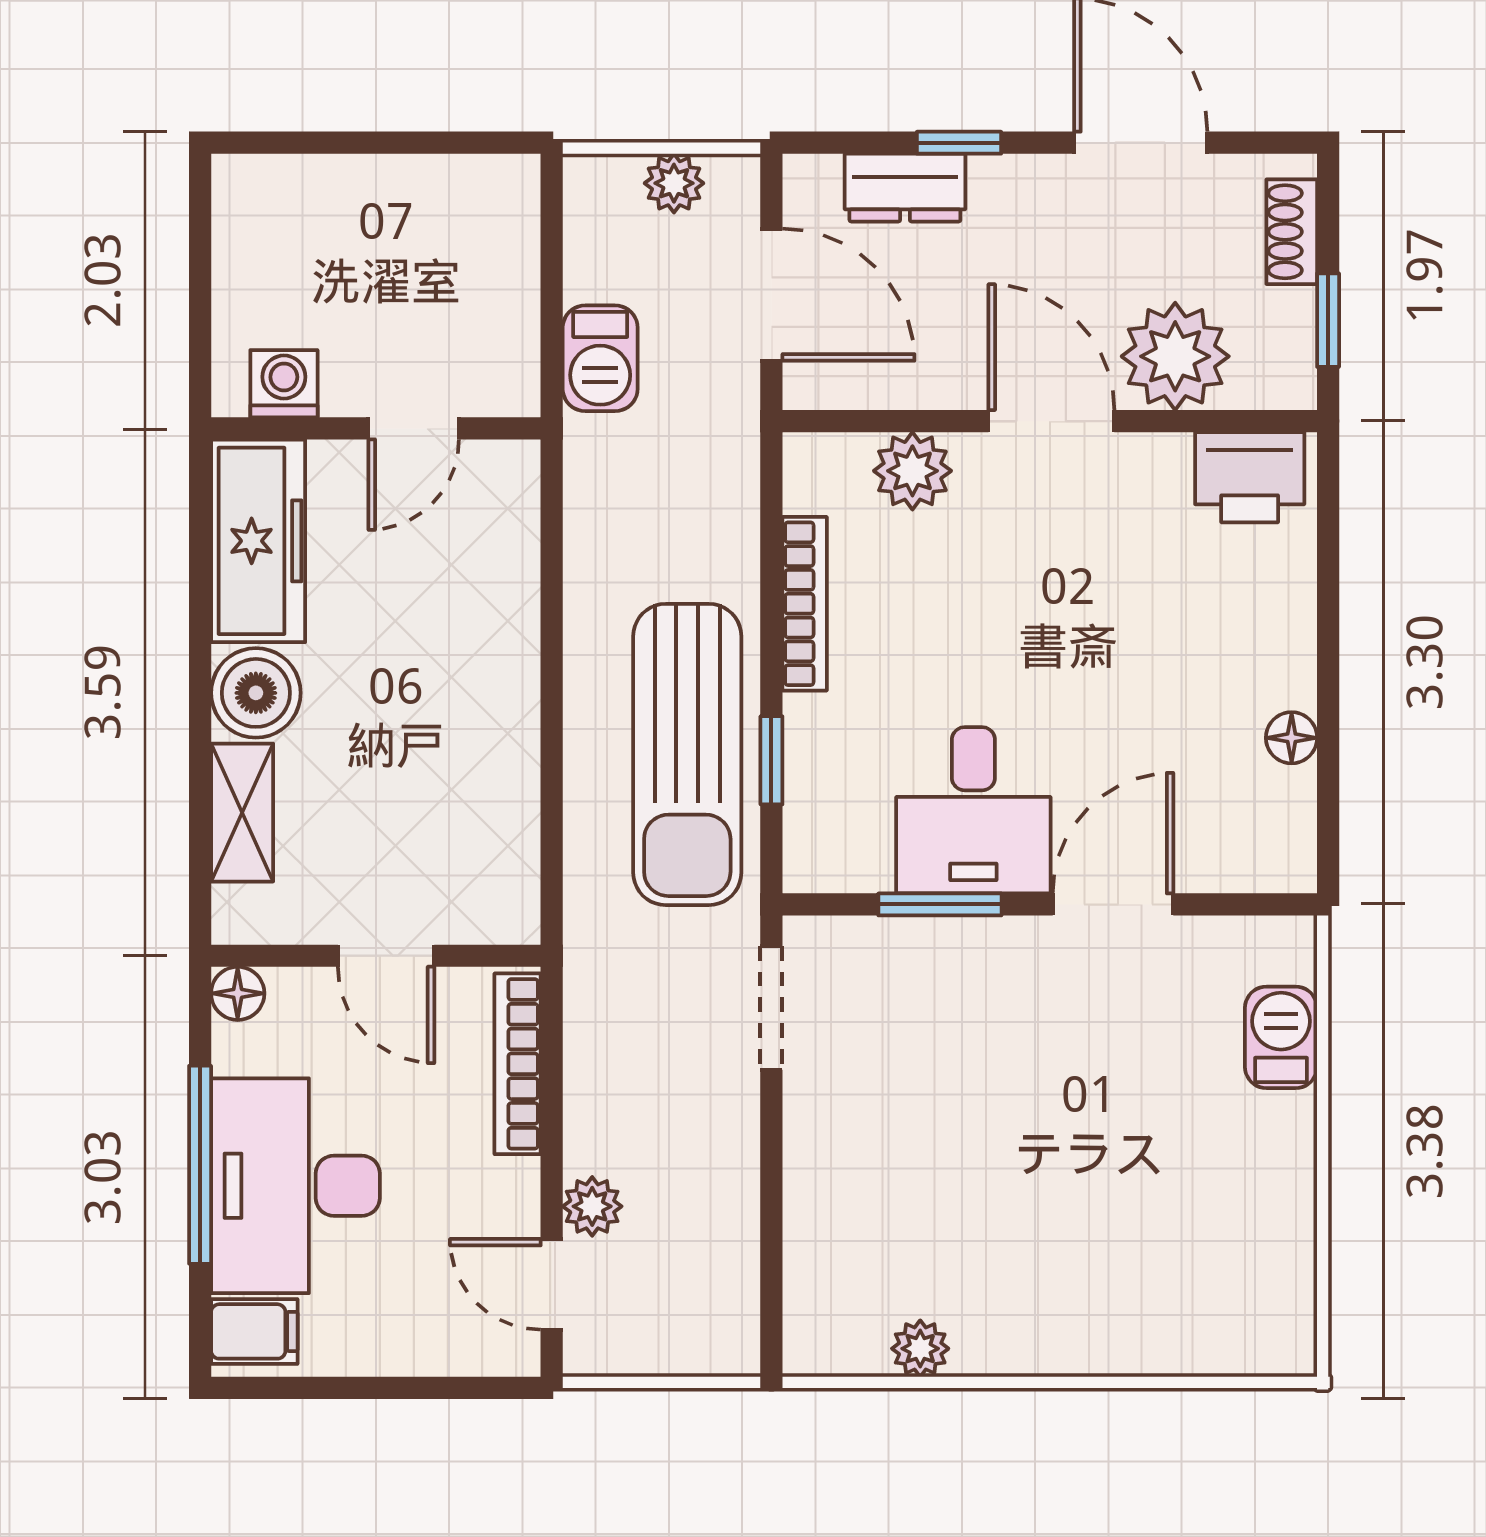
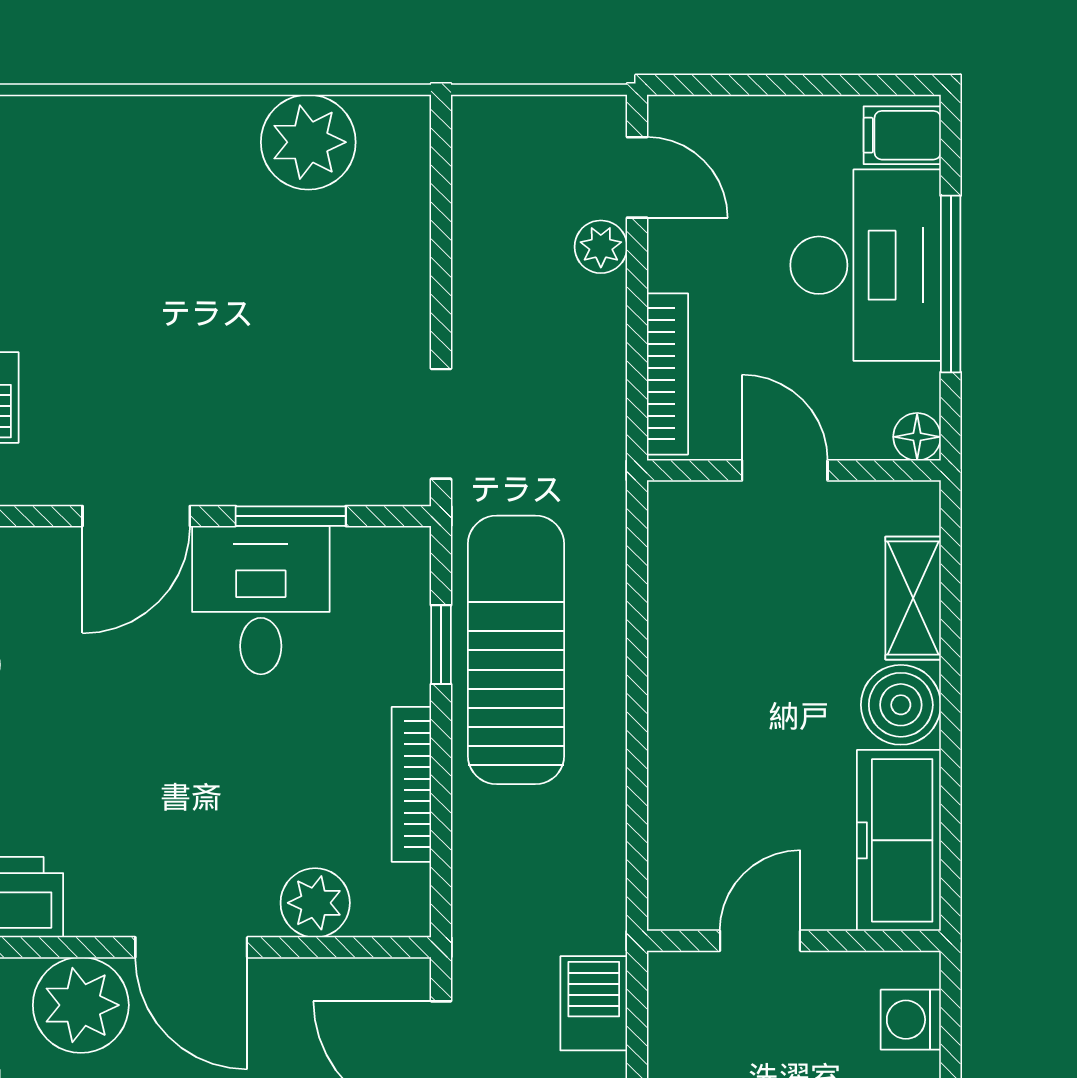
washing machine: (284, 384) -> (911, 1020), moved, turned 90
plant: (920, 1349) -> (308, 142), width x1.88, depth x1.88

